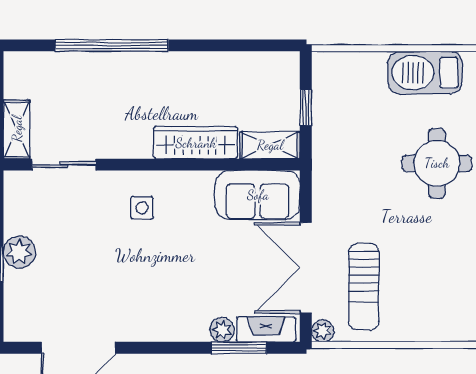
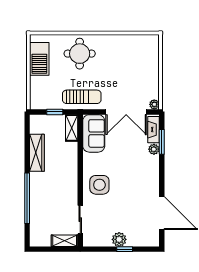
wardrobe: (196, 143) -> (37, 153), moved, turned 180
side table: (142, 208) -> (99, 185), width x1.87, depth x1.87
sun lounger: (364, 286) -> (82, 97), moved

